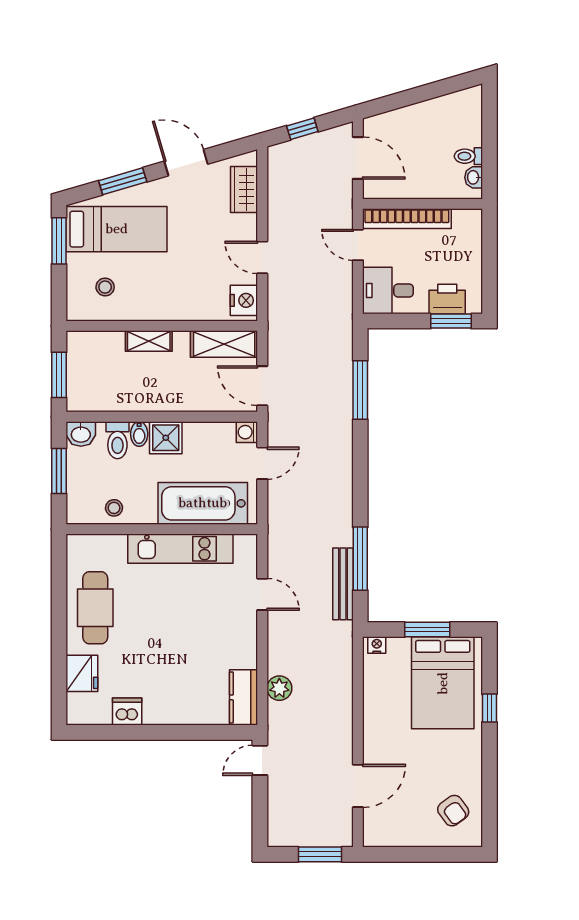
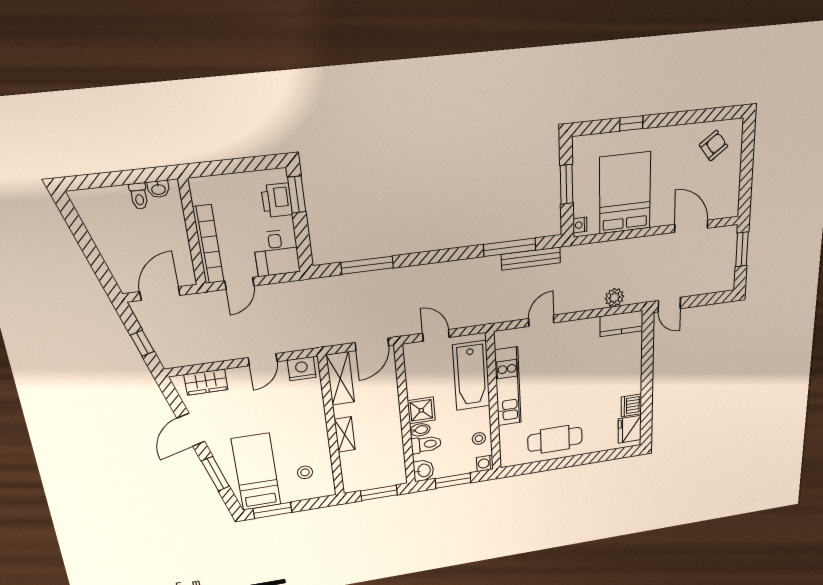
washing machine: (247, 432) -> (485, 463), moved, turned 90
fridge: (82, 673) -> (630, 429), moved, turned -90
bed: (443, 683) -> (625, 193), moved, turned -90

